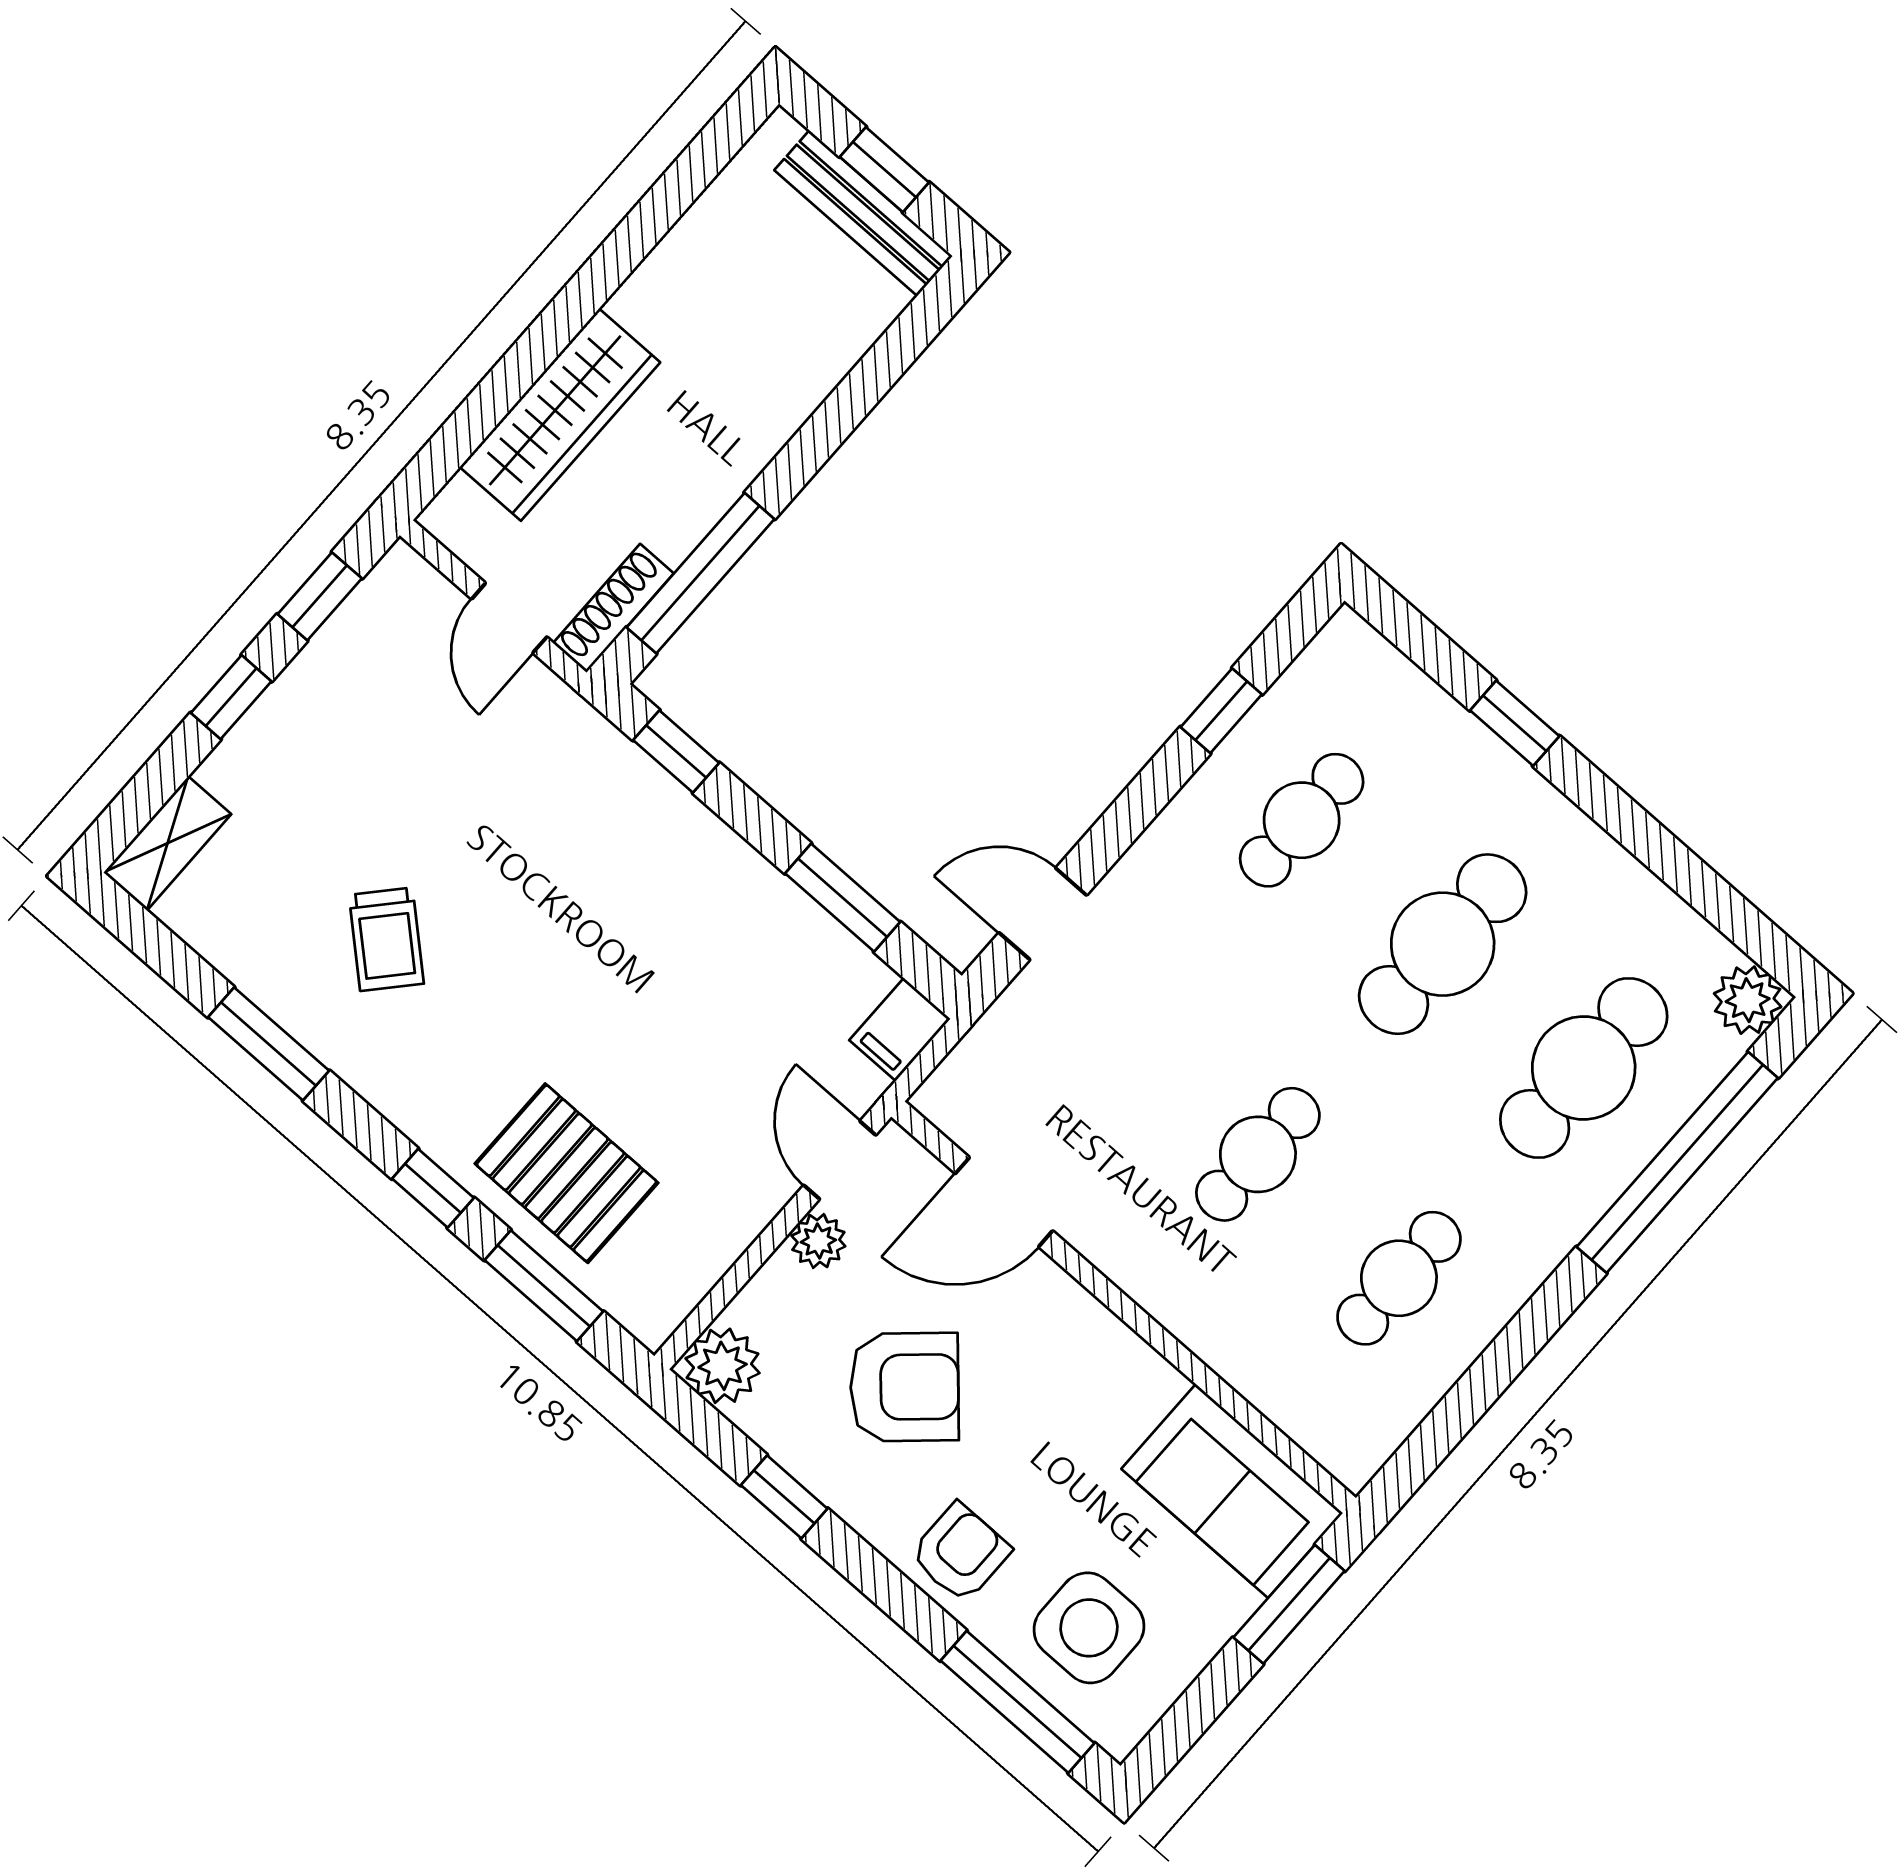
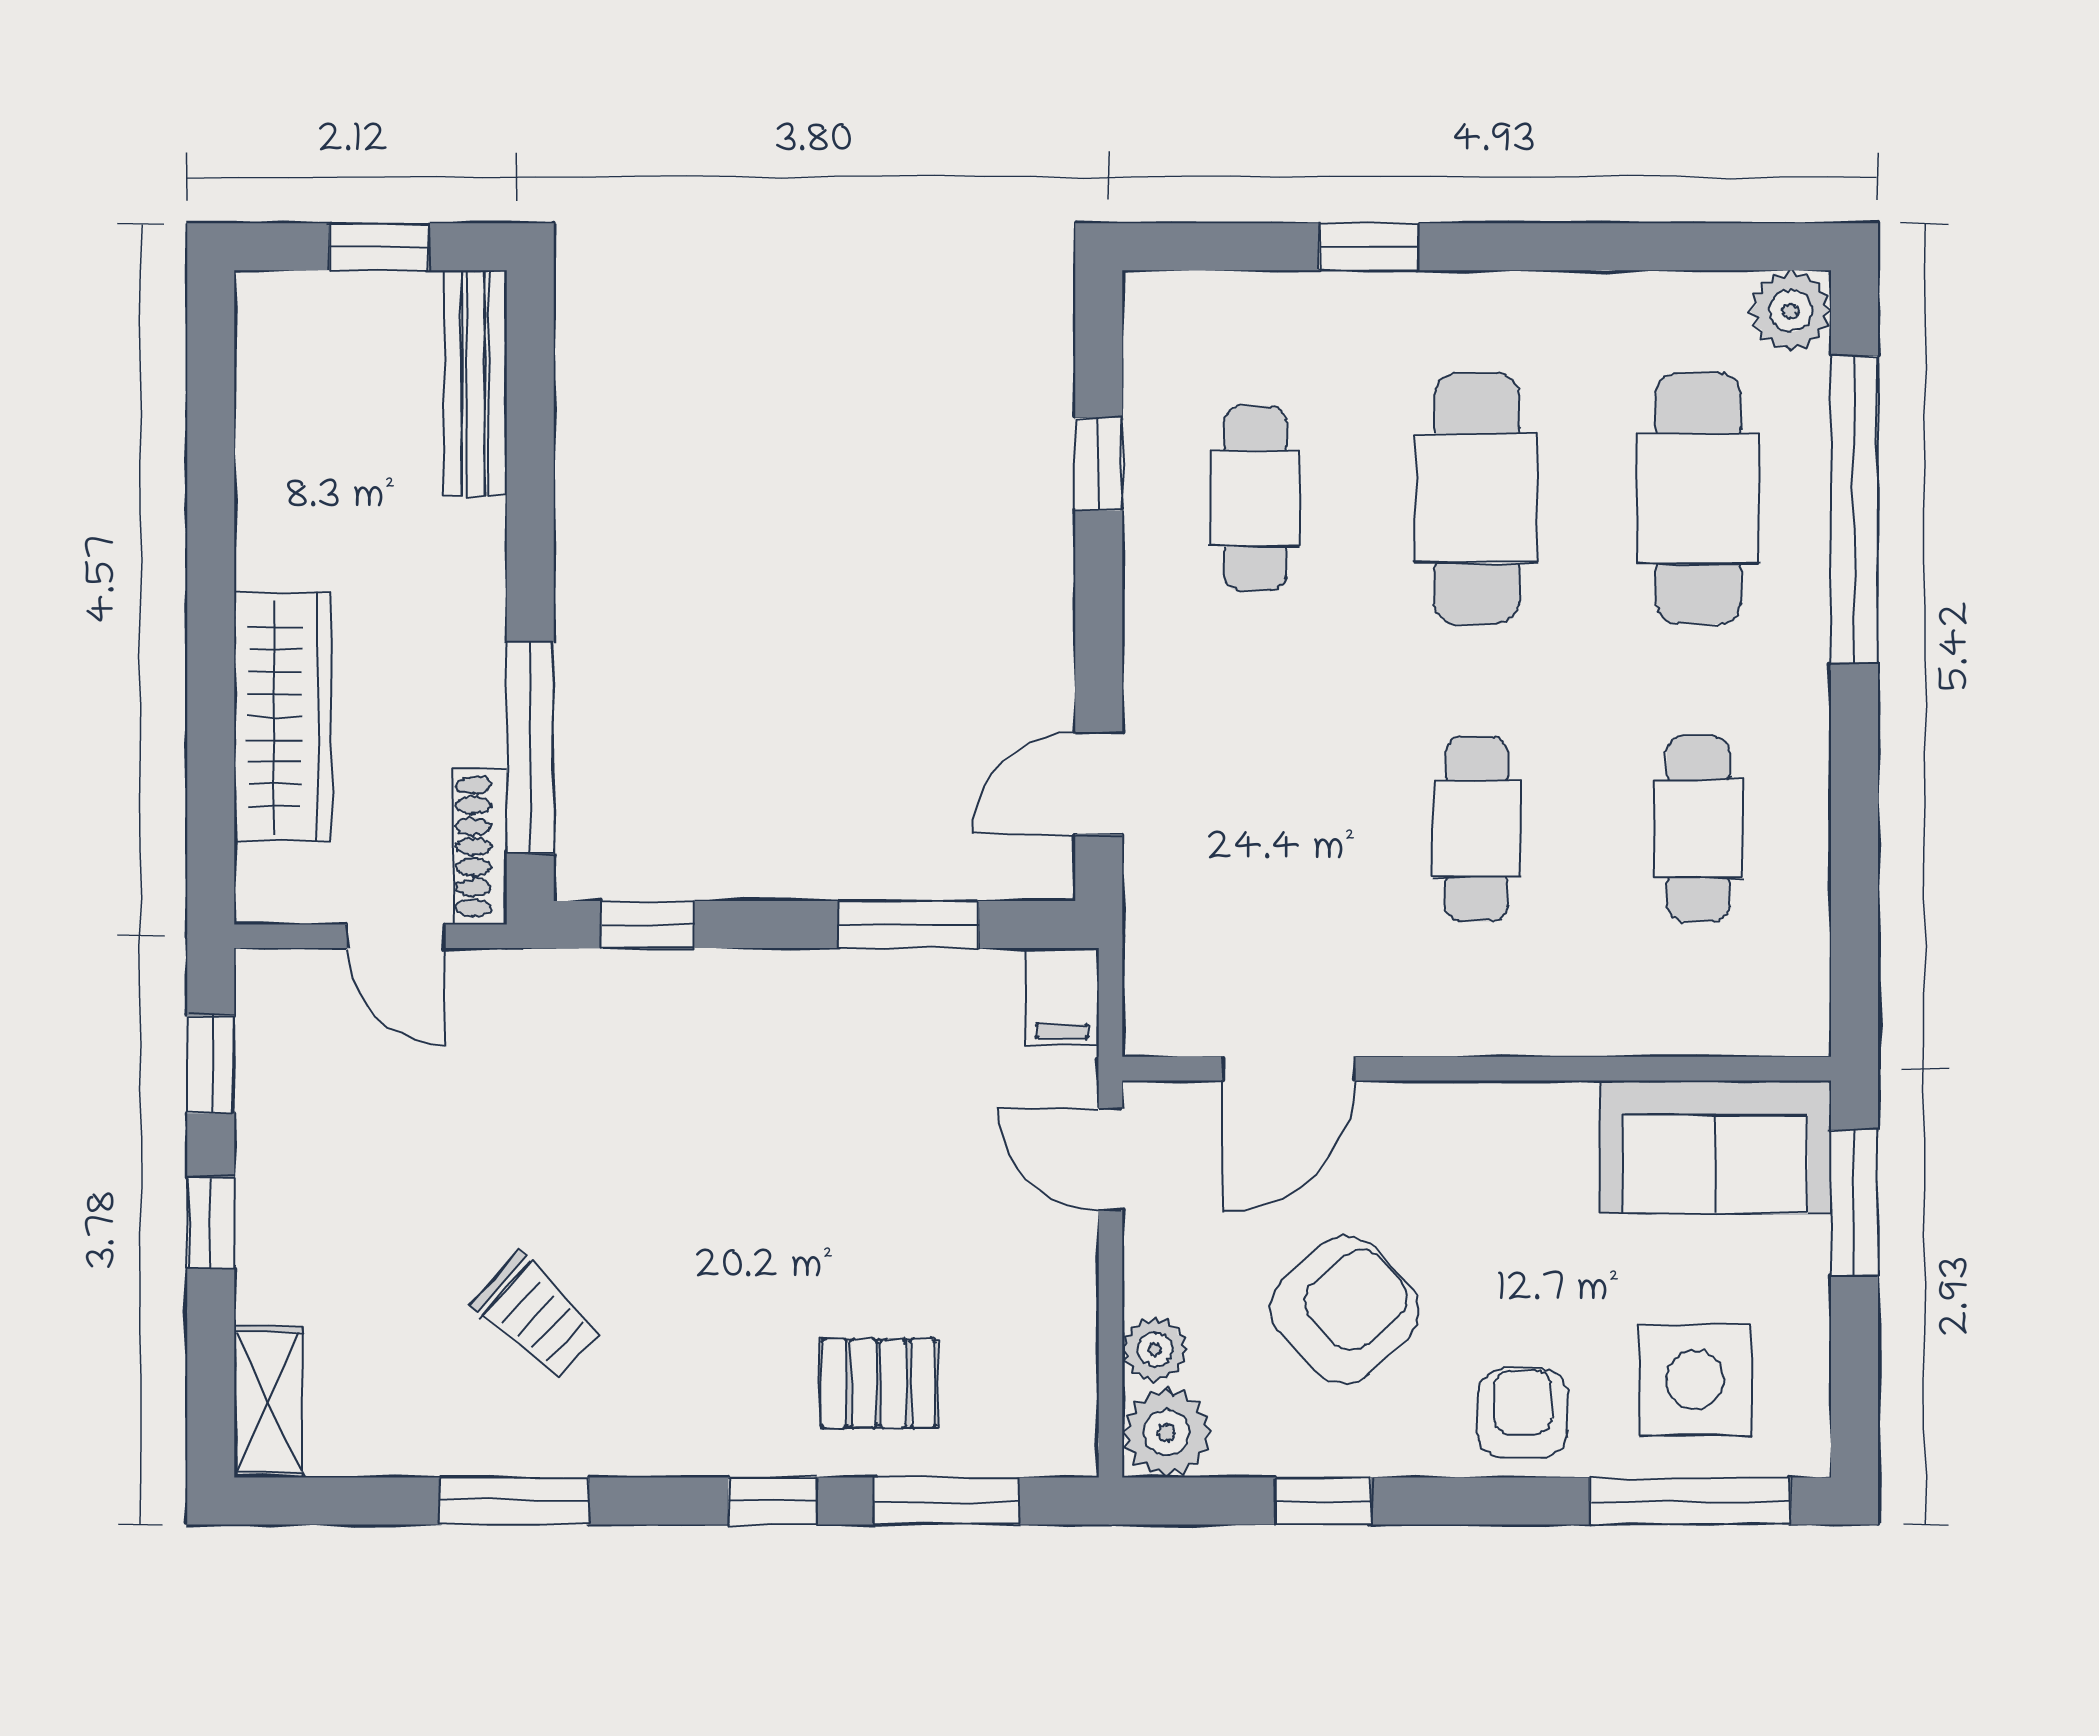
bench: (863, 213) -> (475, 383), moved, turned 90
pallet: (567, 1173) -> (879, 1384), width x0.67, depth x0.71
plant: (818, 1241) -> (1155, 1350), moved

